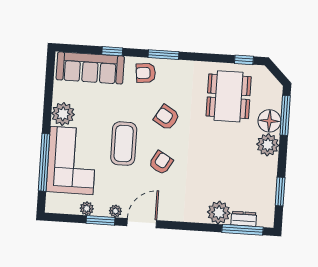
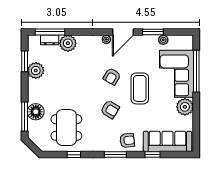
window: (244, 60) -> (74, 155), moved
plant: (268, 145) -> (36, 71), moved
plant: (115, 211) -> (106, 39), moved

